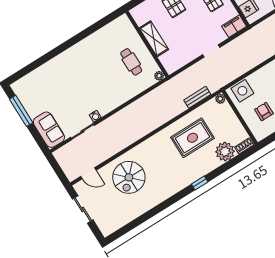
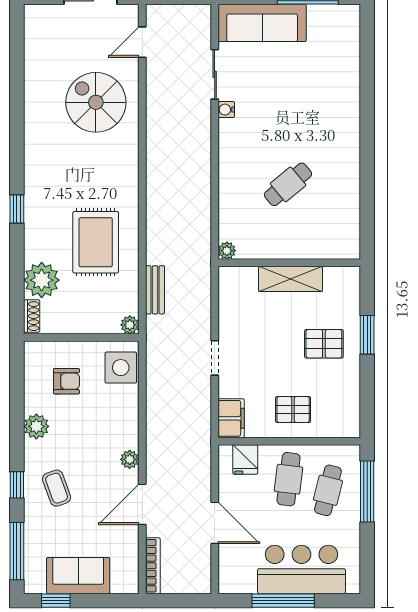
cafe table: (131, 62) -> (288, 184), moved, turned -40
sofa: (49, 130) -> (262, 23), width x1.36

